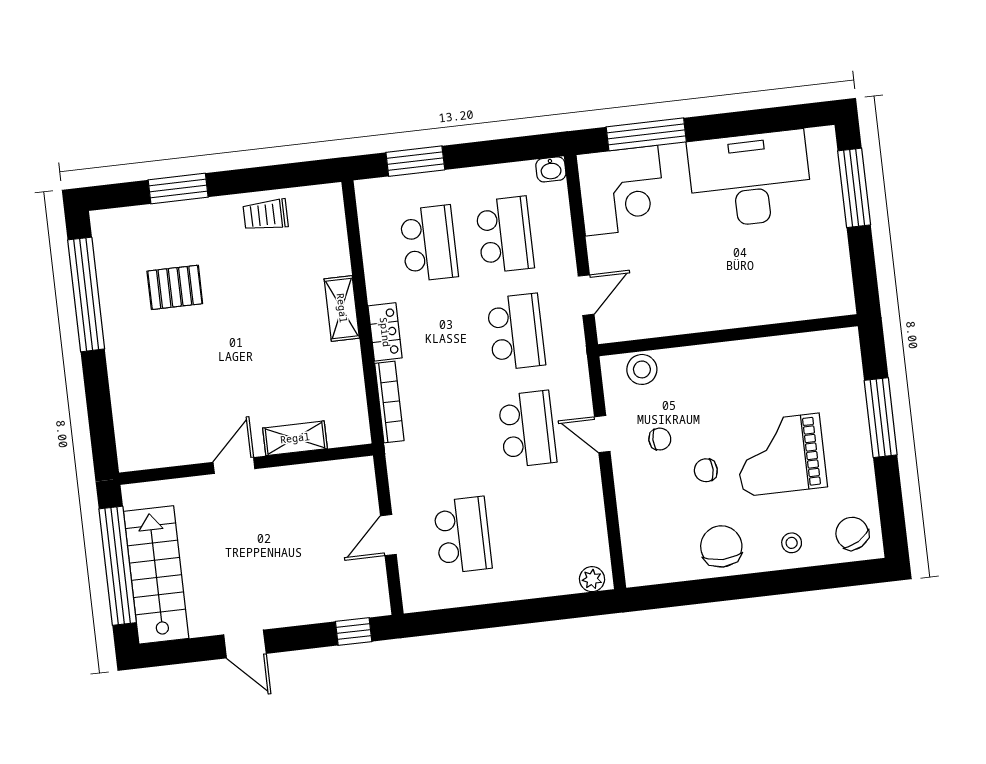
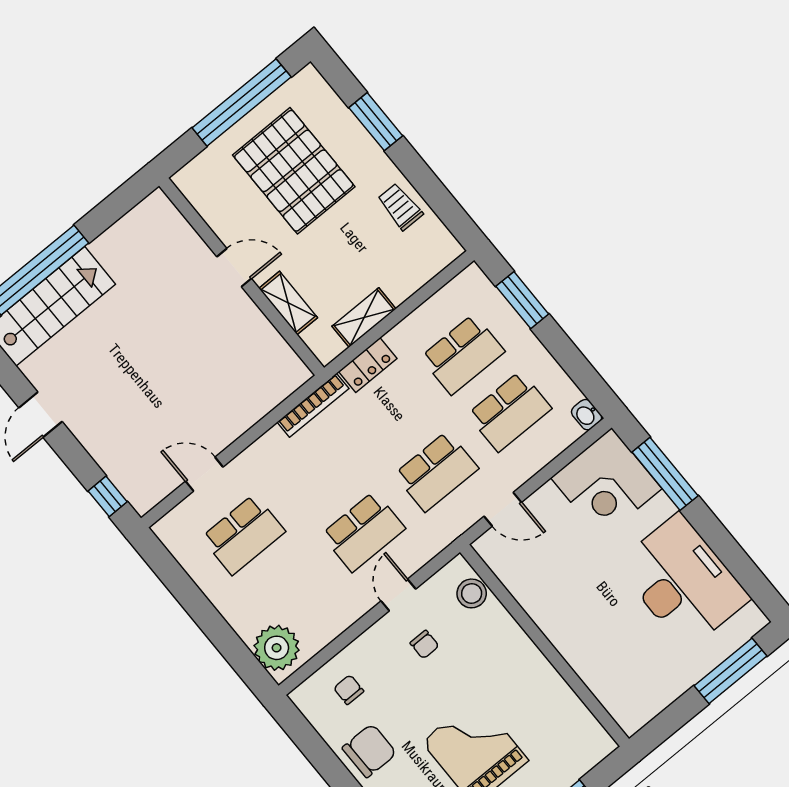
pallet: (175, 287) -> (294, 171), width x2.05, depth x2.00
shelving: (295, 438) -> (288, 303), moved
wall: (246, 464) -> (242, 277), moved
door: (234, 466) -> (234, 268), moved
chair: (706, 470) -> (349, 690), moved
plant: (592, 579) -> (277, 648), width x1.87, depth x1.87

